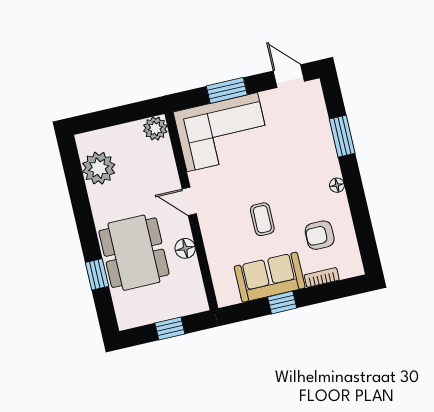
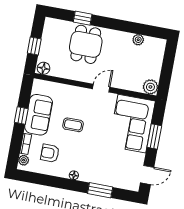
plant: (99, 168) -> (138, 40), width x0.53, depth x0.53
armchair: (320, 235) -> (50, 153), turned -90
floor lamp: (185, 248) -> (44, 68), moved
dining table: (134, 253) -> (86, 44), width x0.73
plant: (347, 270) -> (24, 160), added

